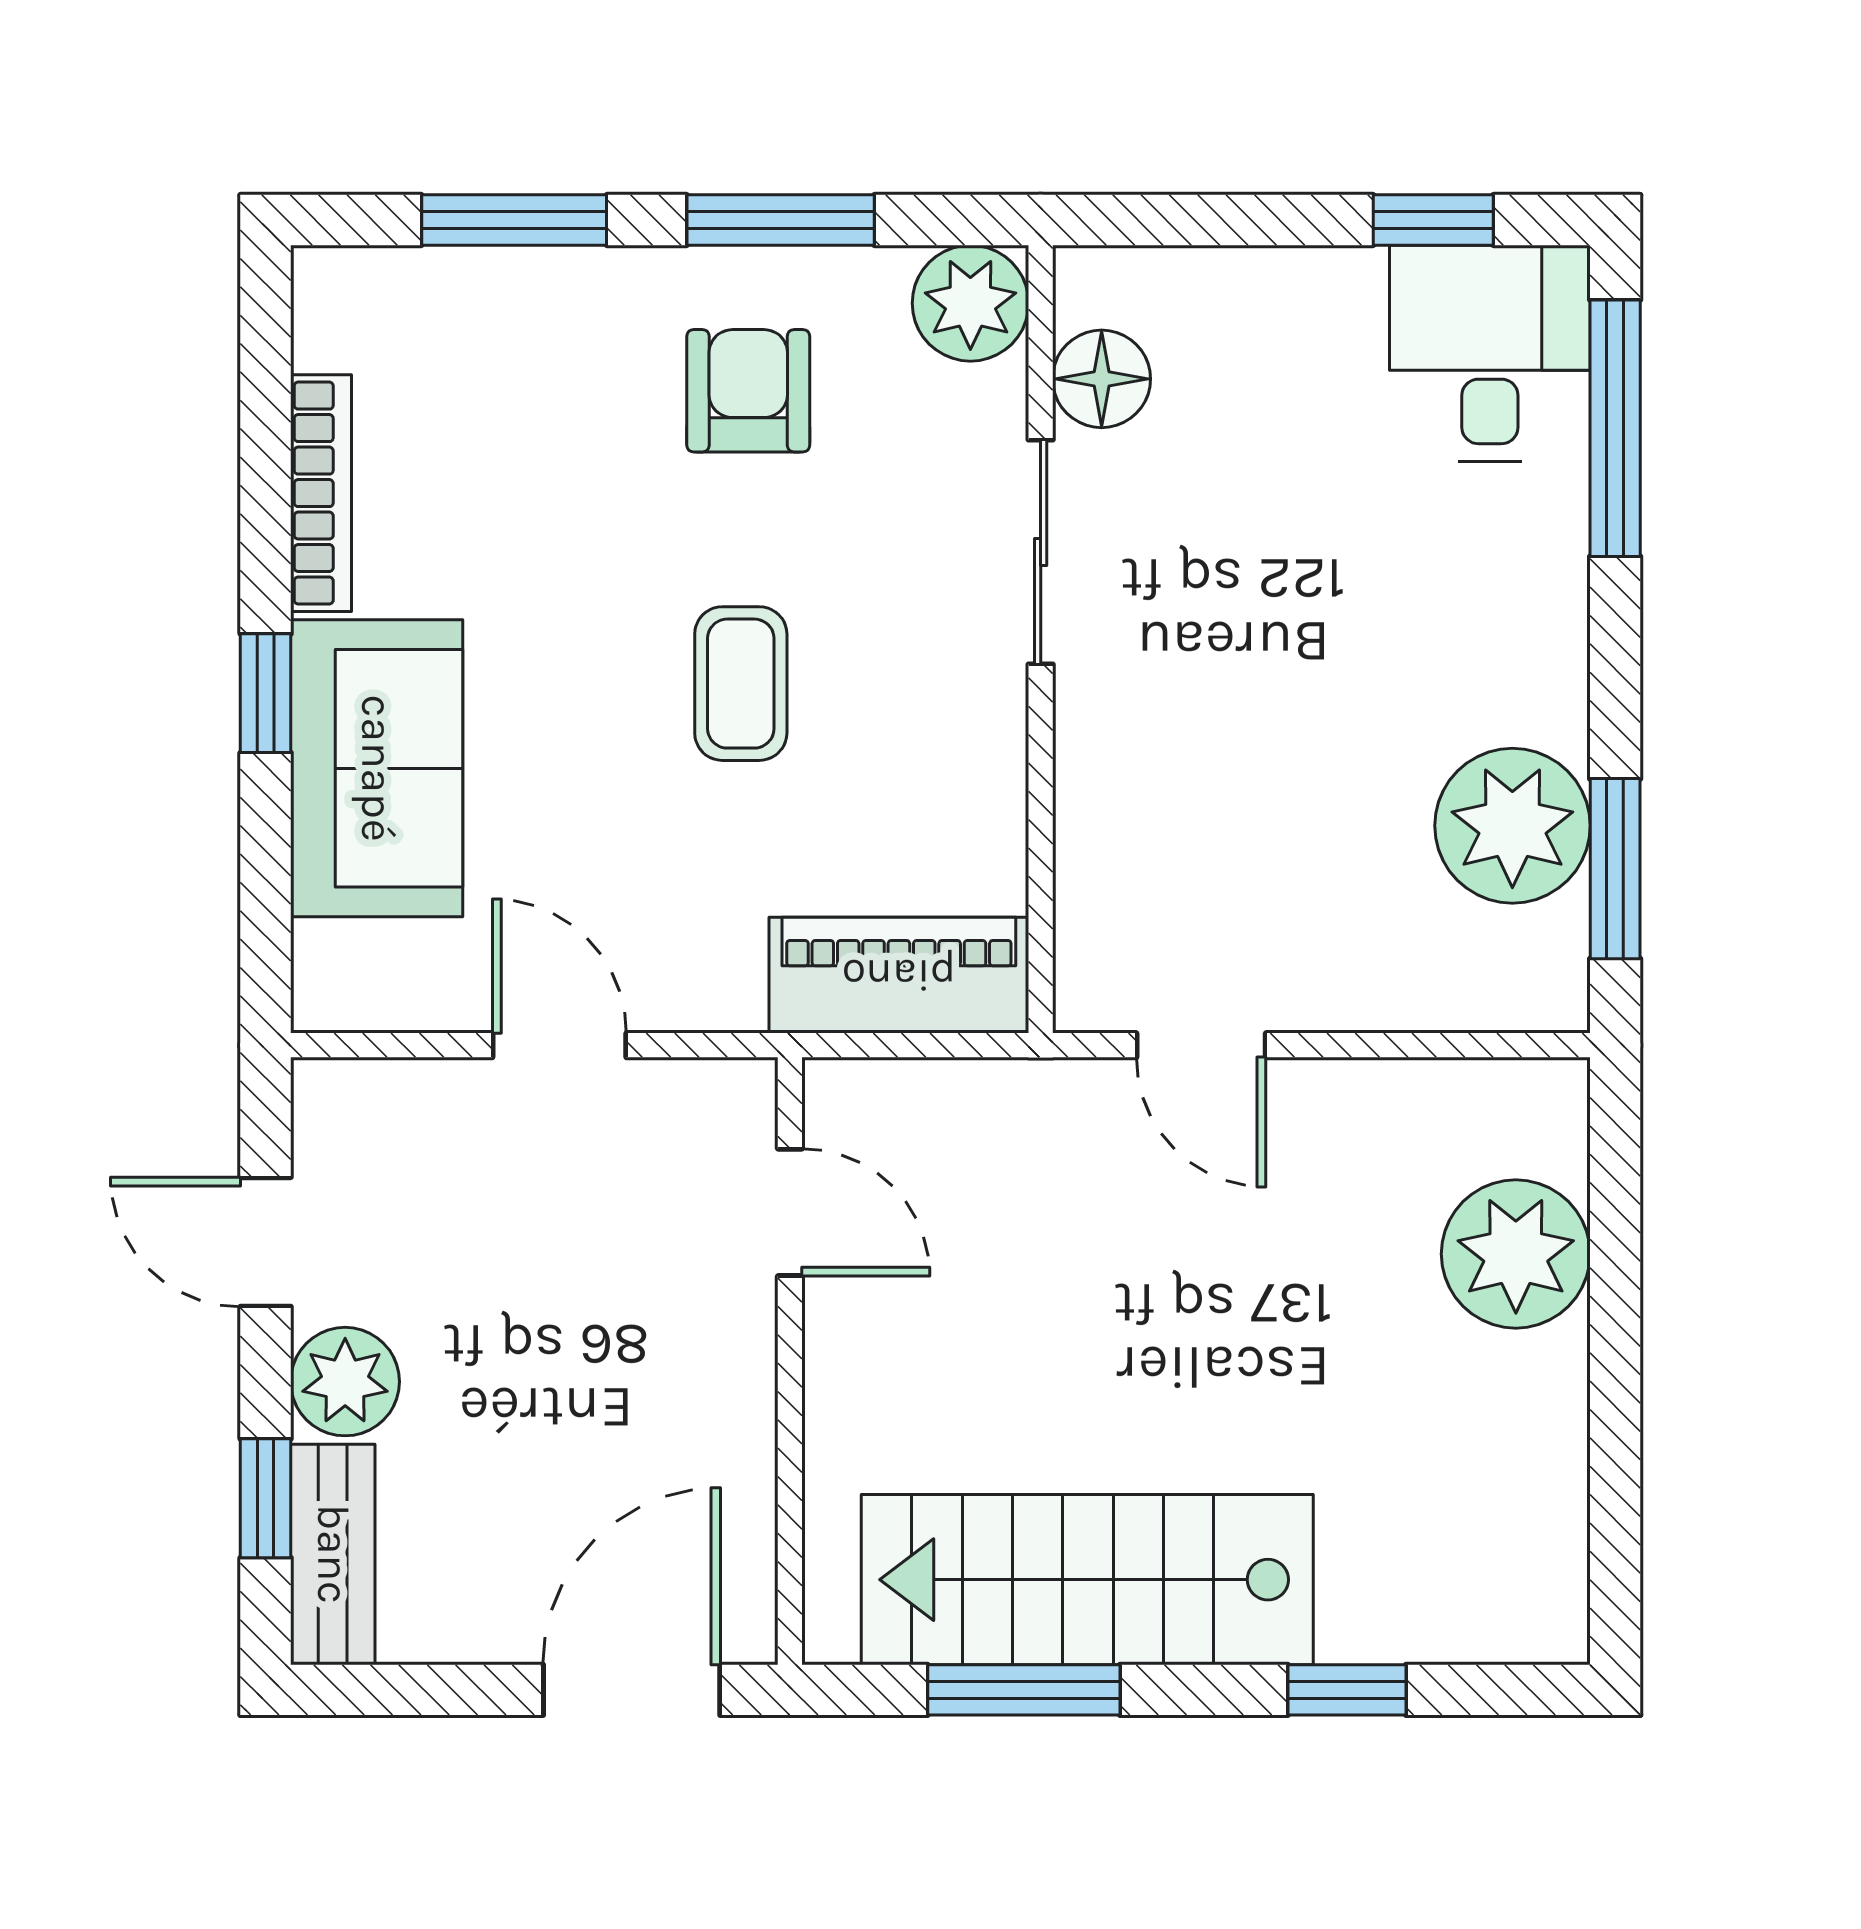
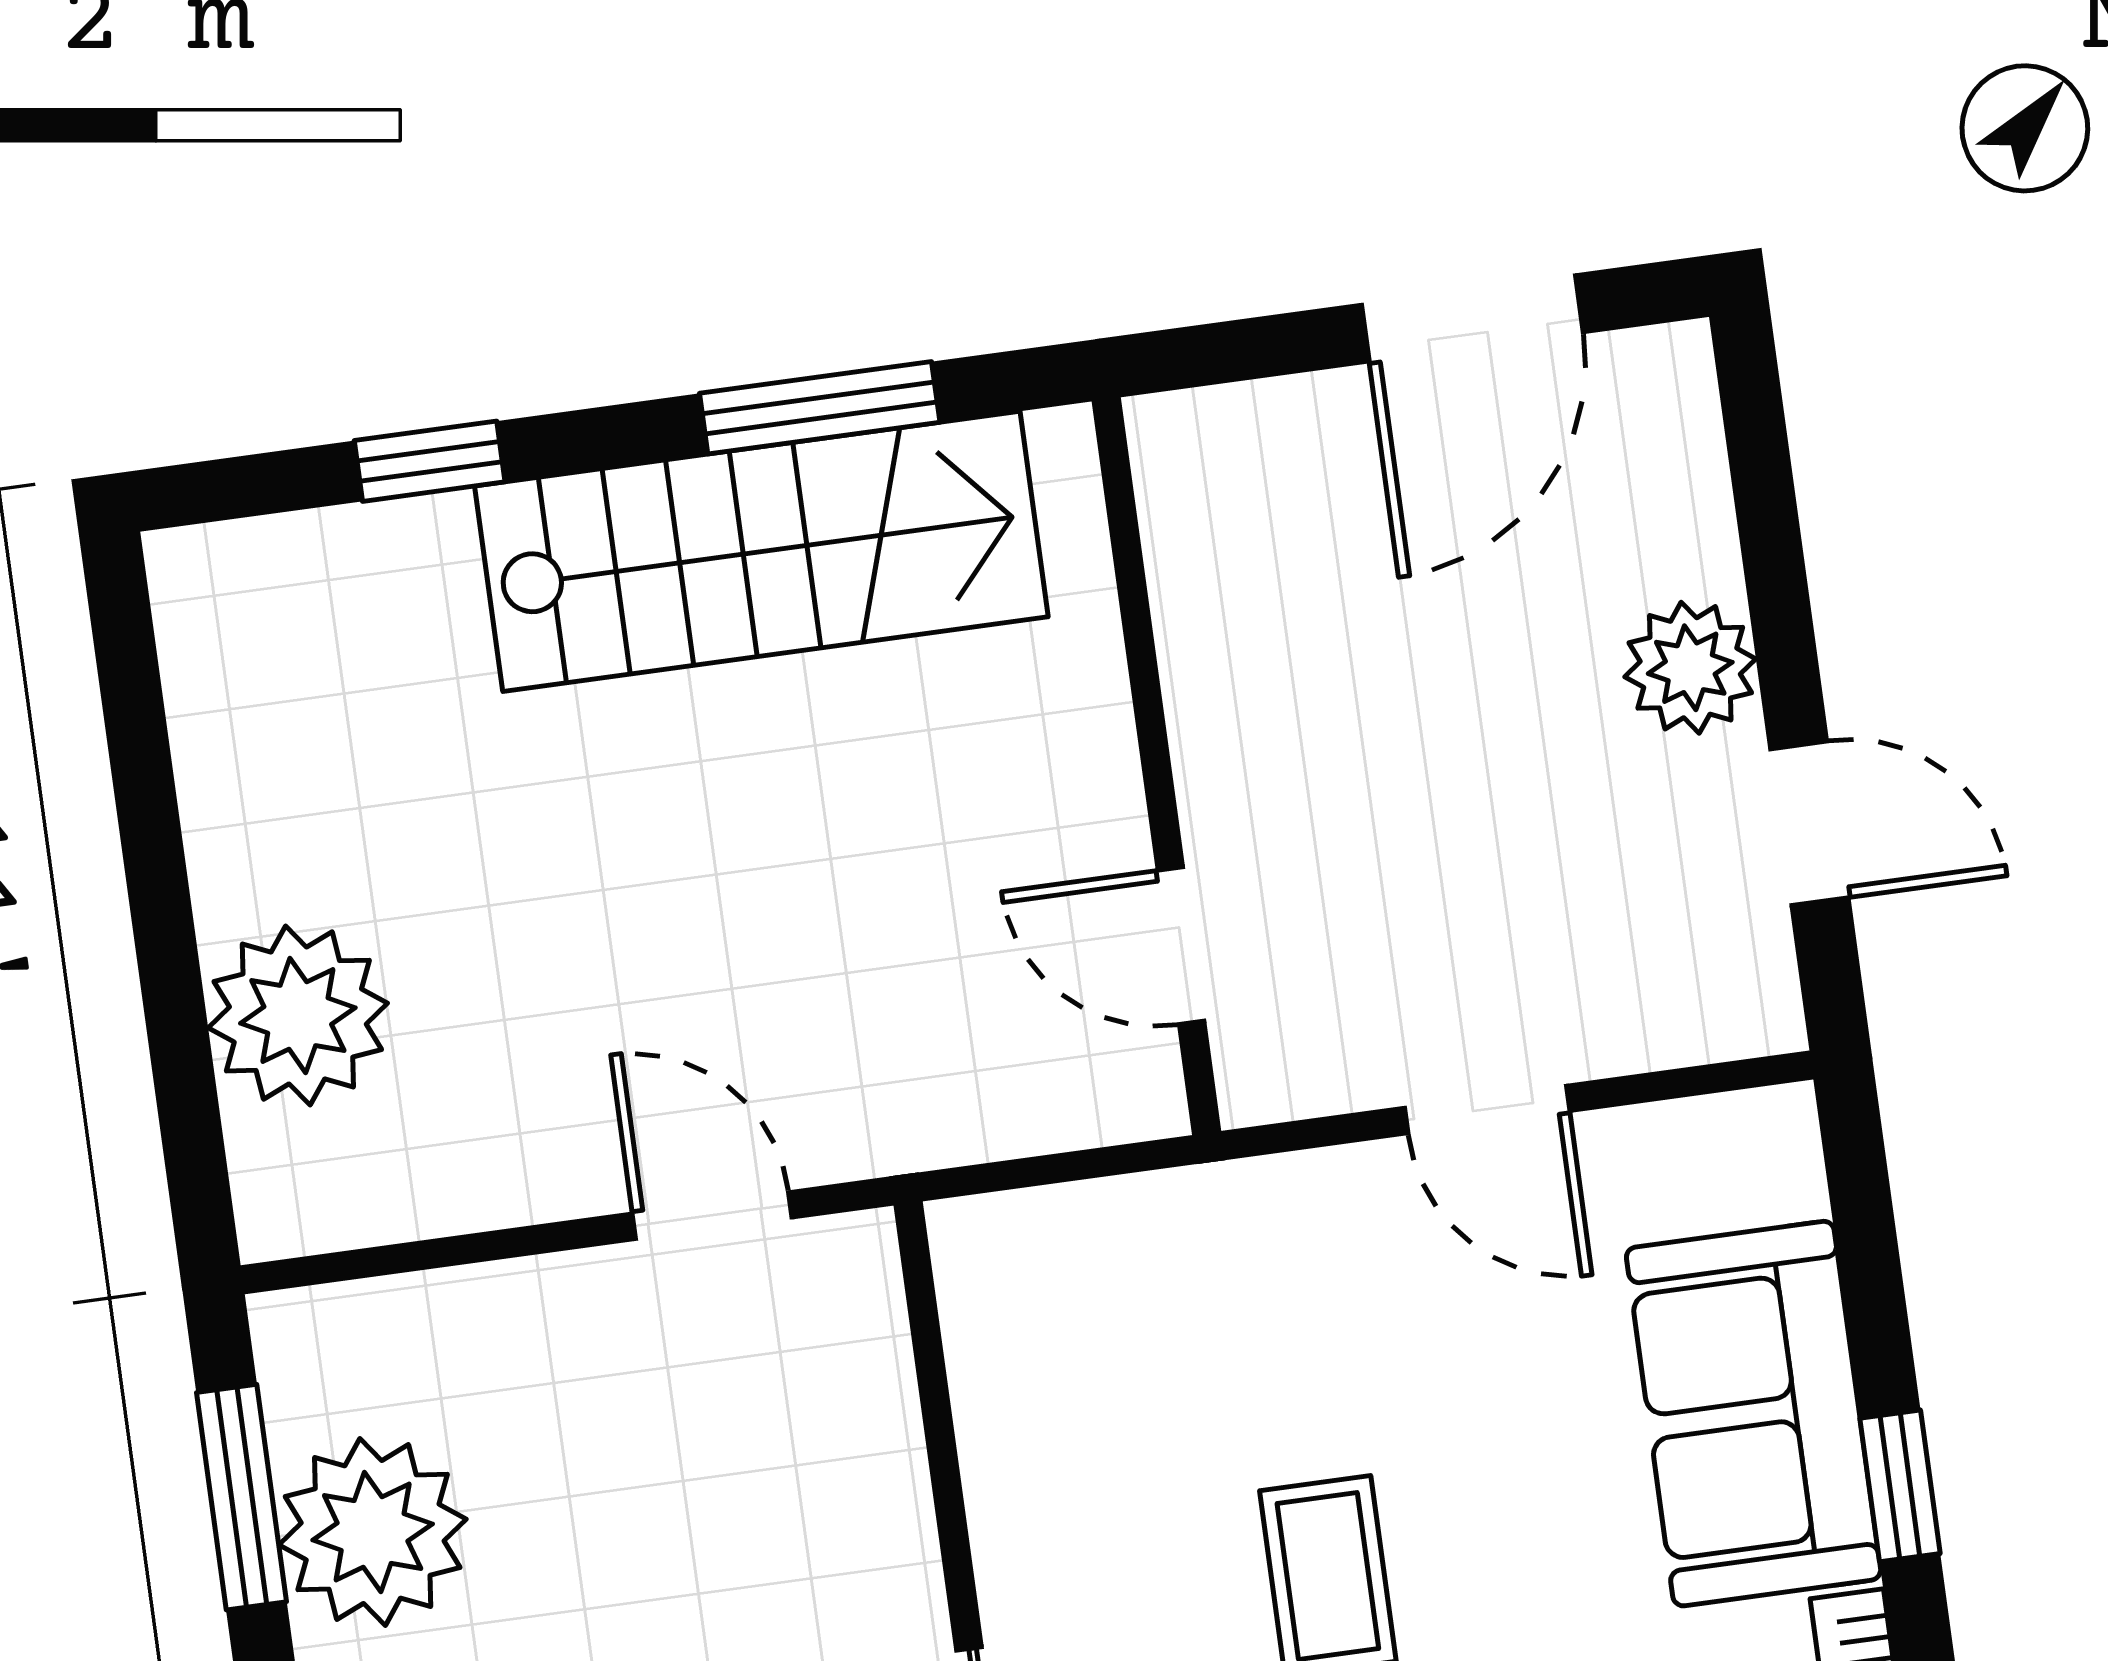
piano: (899, 975) -> (1089, 1250), removed
window: (266, 1498) -> (1767, 514), removed
bench: (333, 1554) -> (1676, 457), removed
door: (632, 1690) -> (1472, 318), moved

